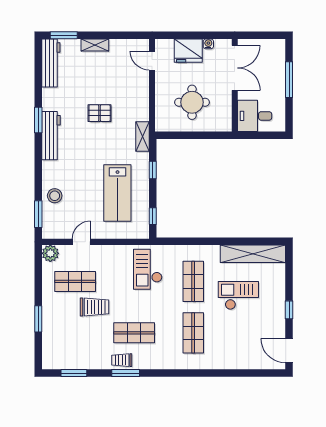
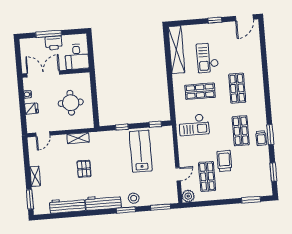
fridge: (188, 51) -> (31, 109), width x0.53, depth x0.75
workbench: (51, 63) -> (67, 206), moved
printer: (276, 85) -> (54, 43), added
window: (38, 120) -> (126, 210), moved
shelving: (142, 136) -> (78, 138), moved
lab bench: (117, 193) -> (141, 151), turned -90
stool: (55, 196) -> (134, 198), moved
door: (81, 242) -> (178, 174), swing flipped
window: (38, 319) -> (251, 200), moved
shop shelf: (193, 333) -> (237, 88), turned 90

